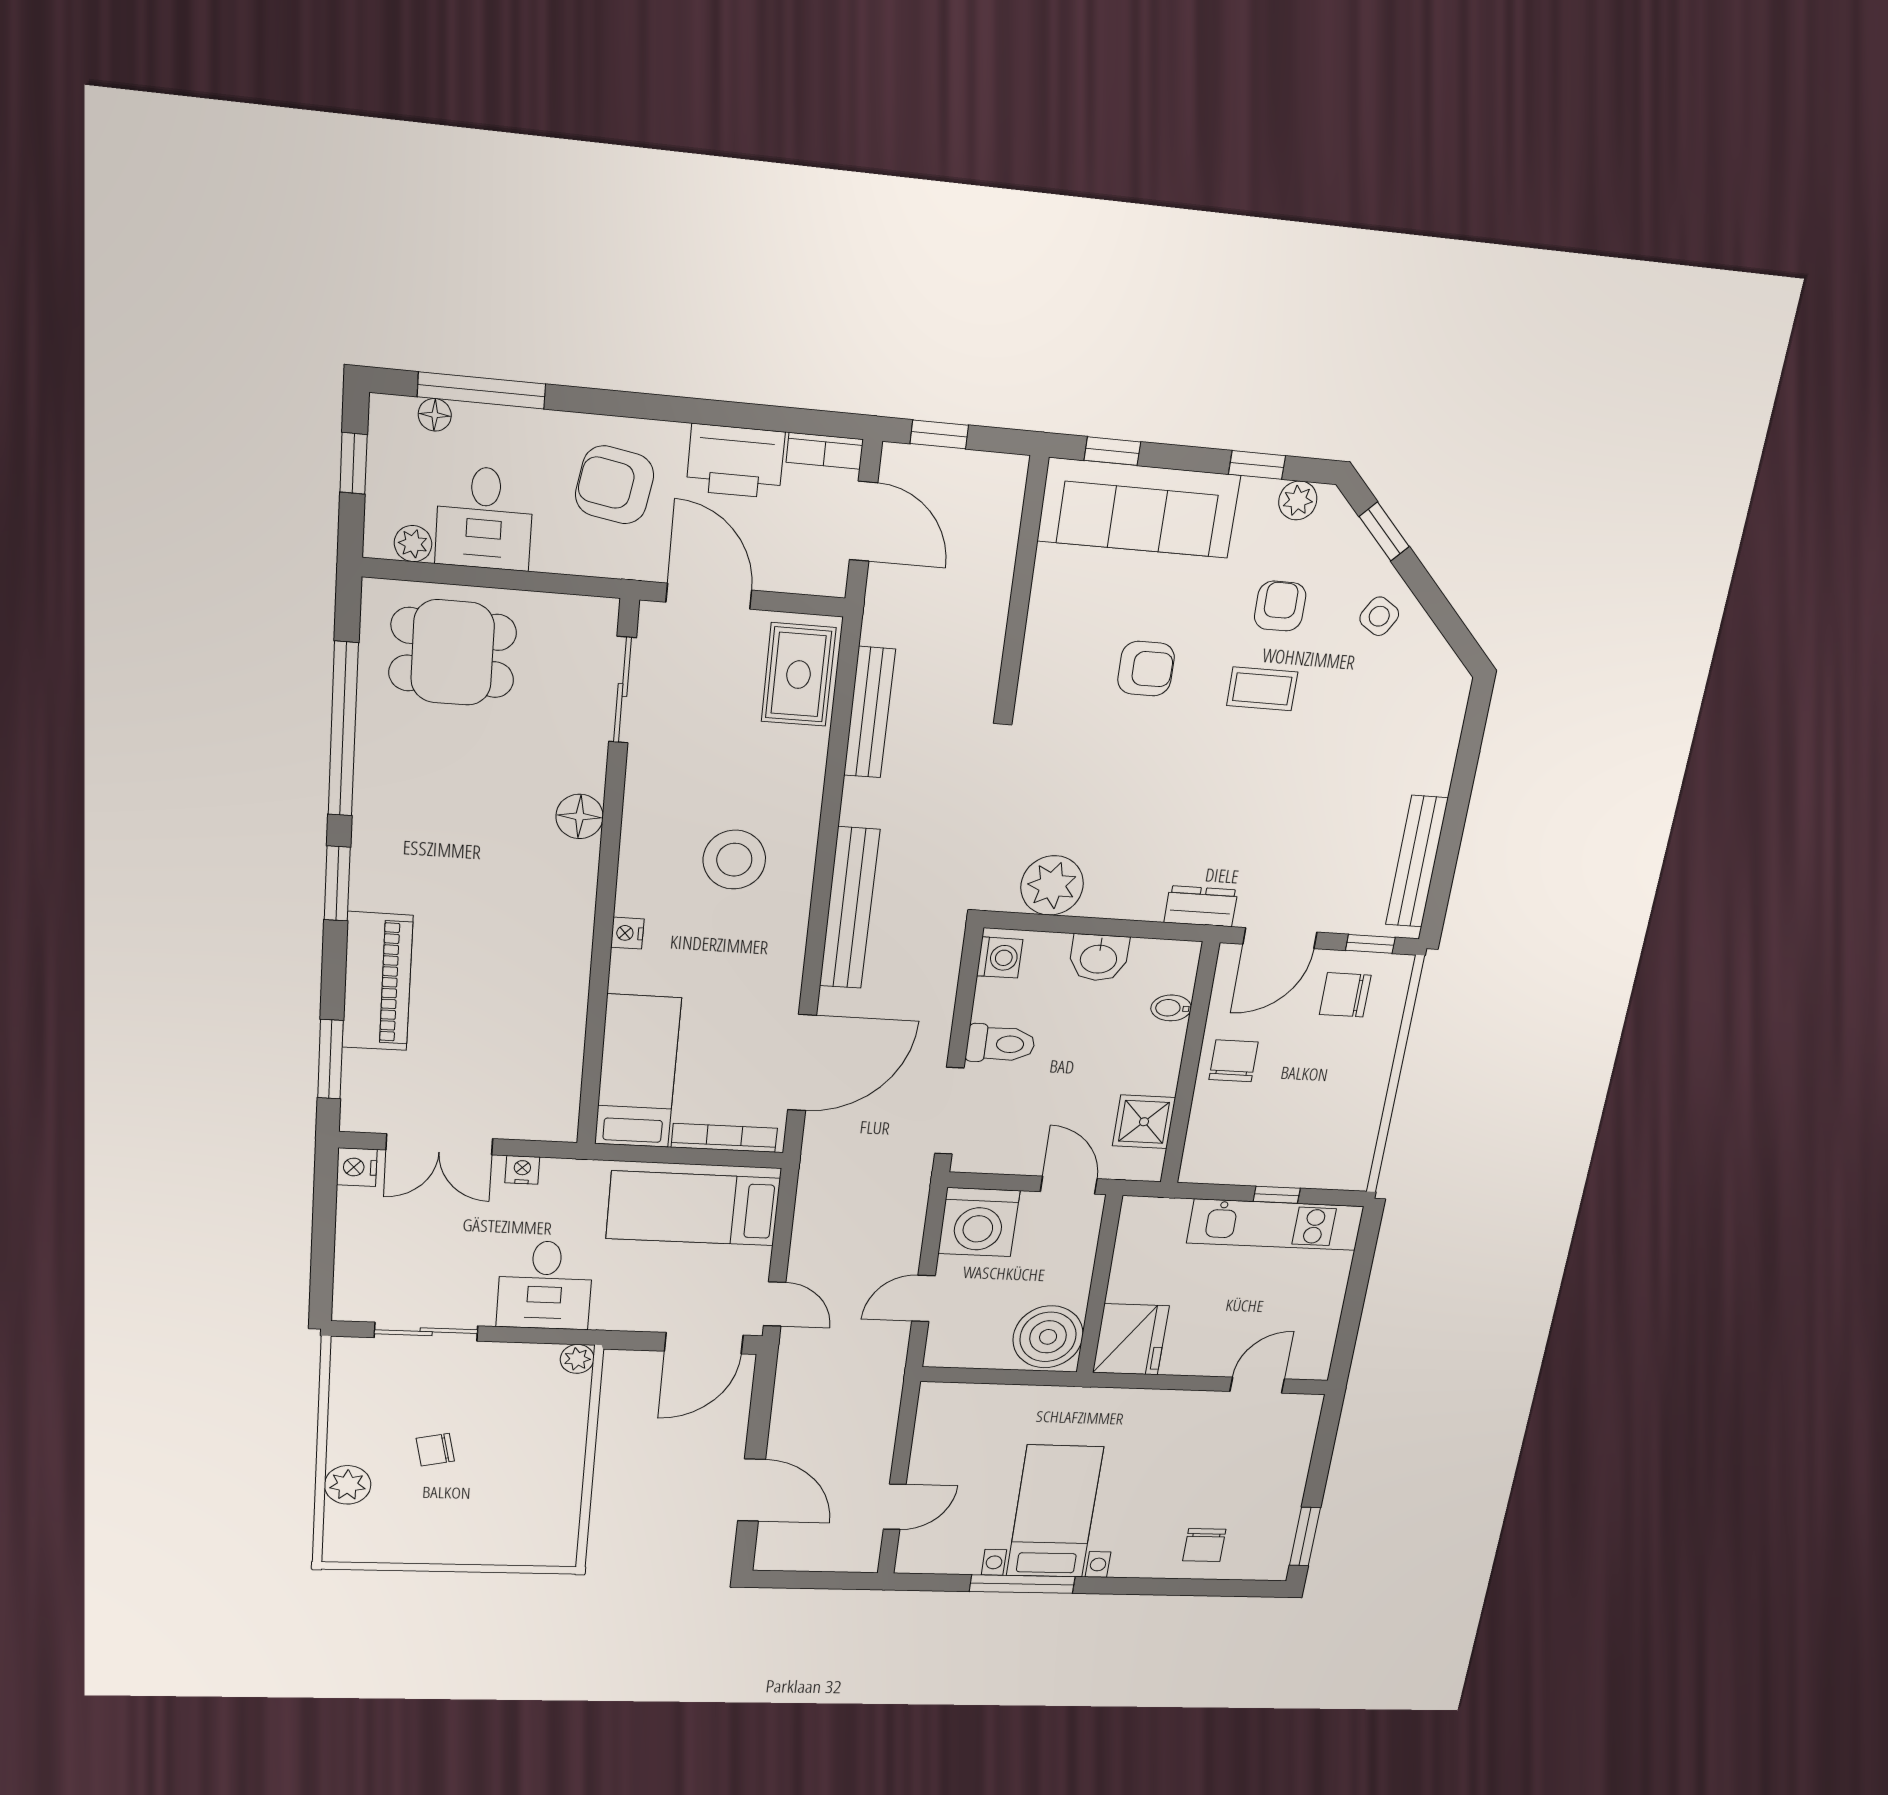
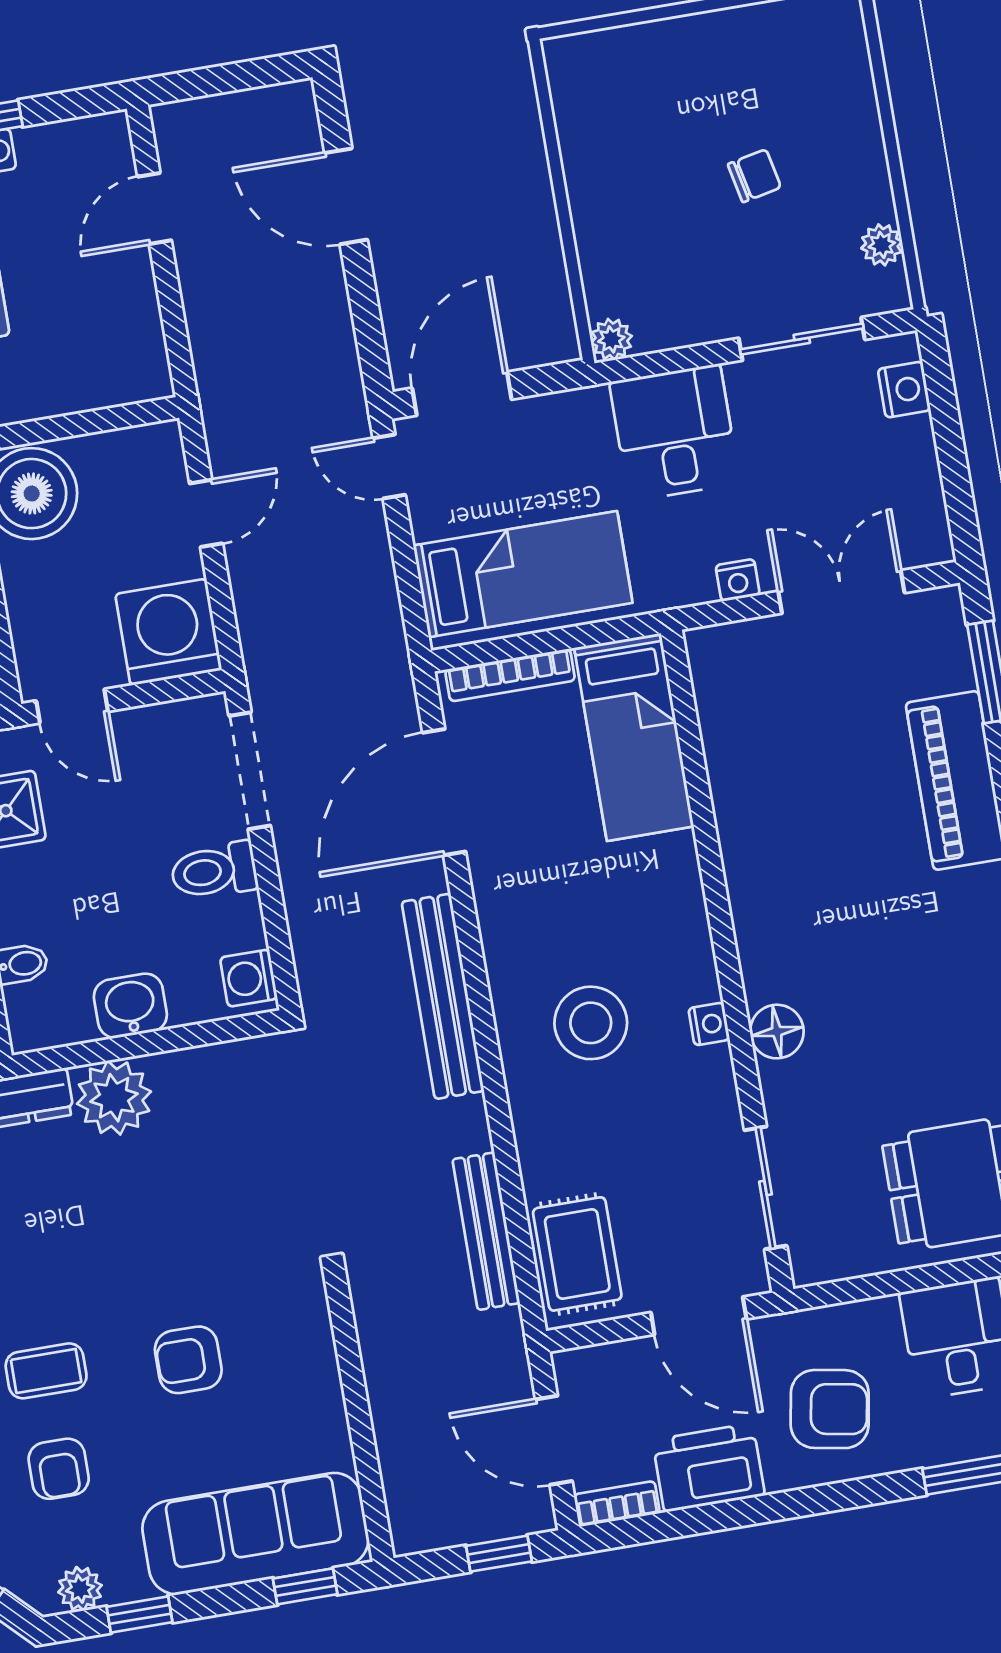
plant: (1052, 885) -> (114, 1098), moved
nightstand: (627, 933) -> (709, 1024), moved
nightstand: (357, 1167) -> (904, 390), moved
plant: (348, 1485) -> (882, 245), moved, width x0.73, depth x0.73

